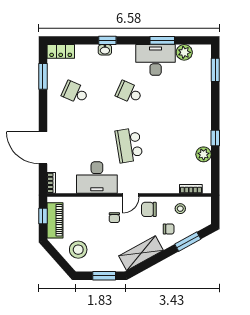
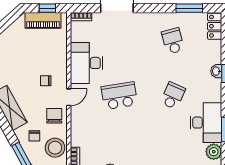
school desk: (75, 93) -> (173, 41), turned -39
door: (131, 195) -> (69, 97), swing flipped
stool: (180, 209) -> (55, 148), width x1.89, depth x1.89
stool: (78, 250) -> (13, 44), removed

